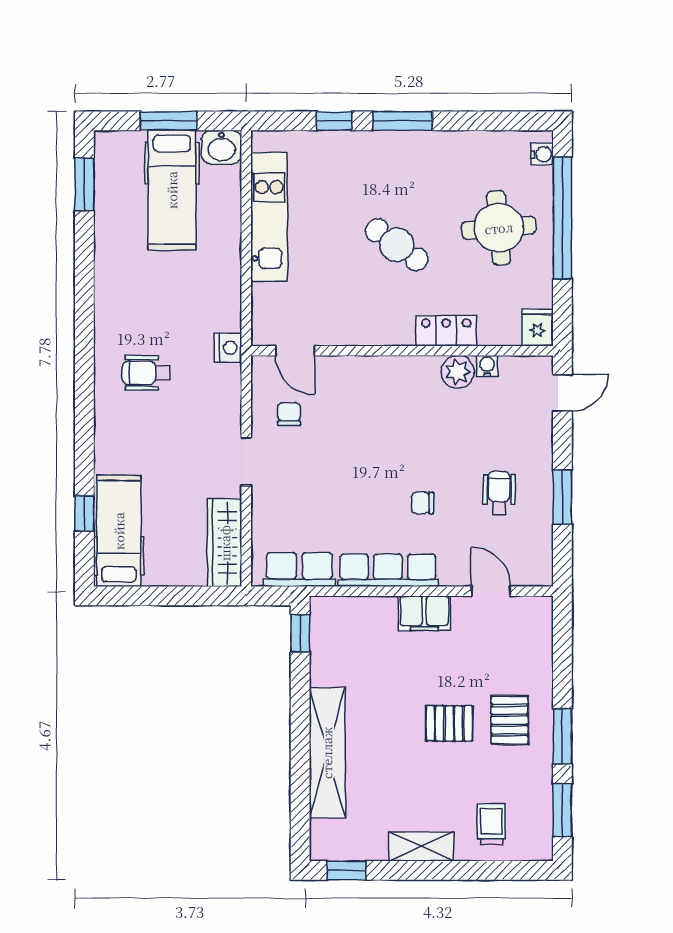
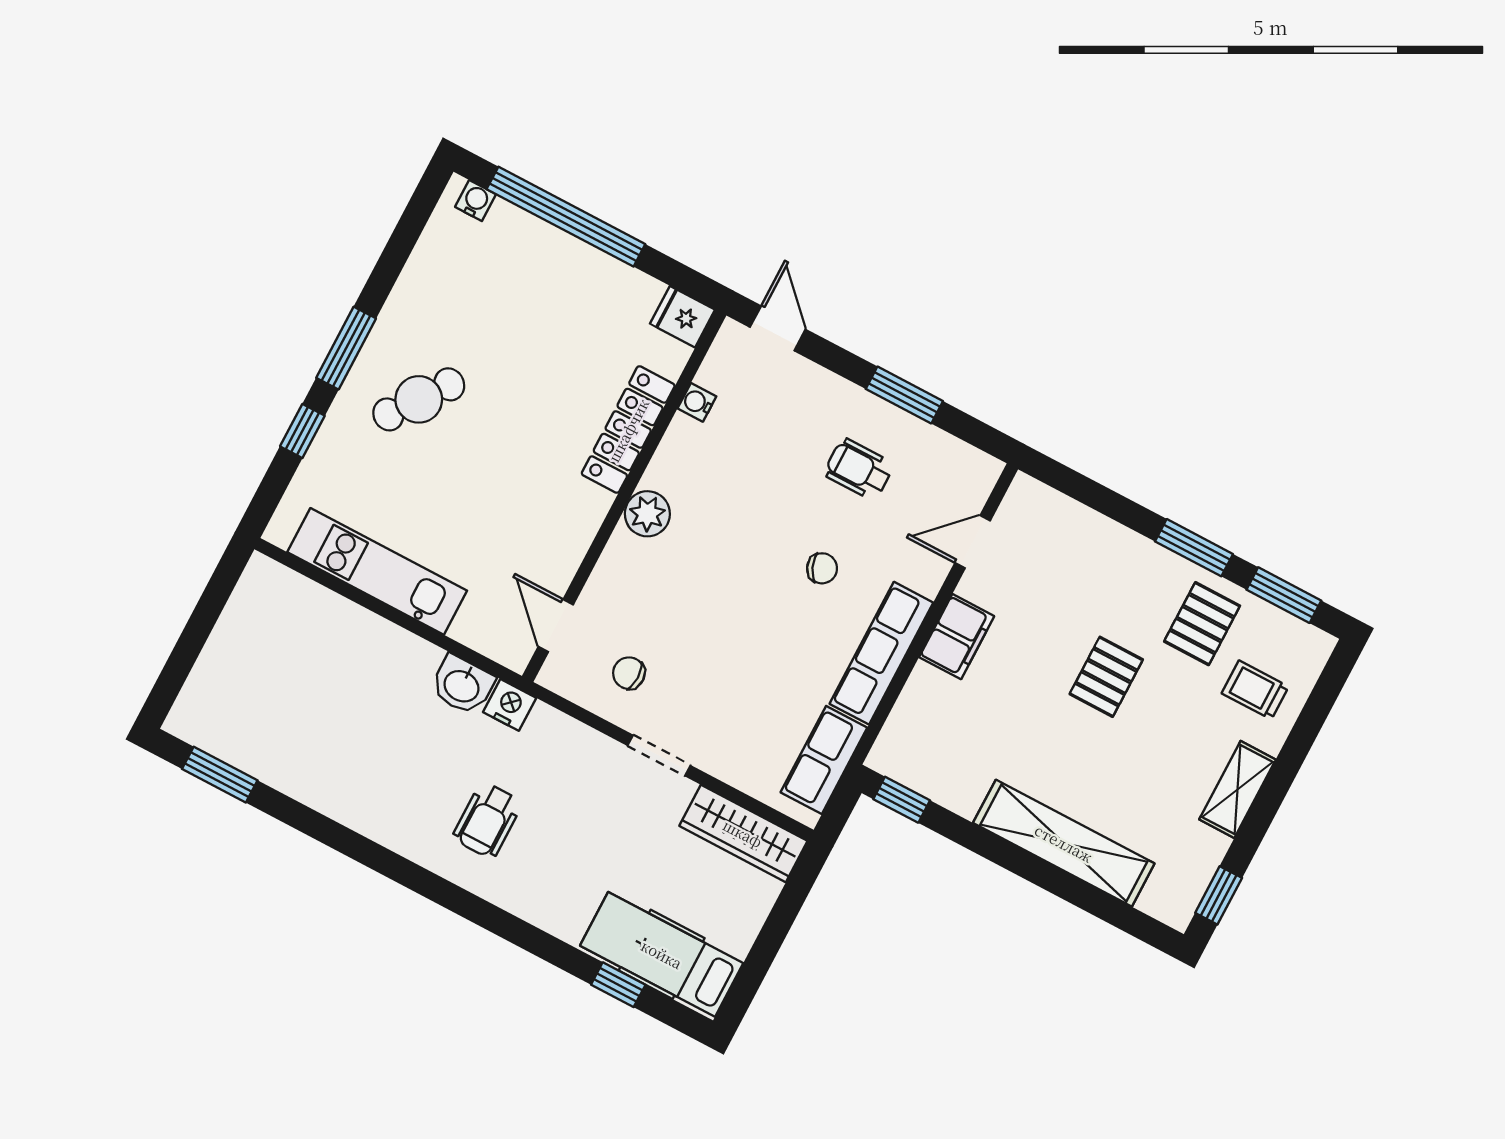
window: (168, 121) -> (196, 632), removed
washbasin: (222, 147) -> (462, 685), moved, turned 90
hospital bed: (172, 190) -> (283, 672), removed
round table: (499, 228) -> (537, 300), removed
cafe table: (397, 245) -> (419, 399), moved
locker: (446, 331) -> (628, 430), width x1.53
door: (295, 351) -> (556, 626), swing flipped
plant: (458, 372) -> (647, 514), moved
chair: (423, 503) -> (822, 568), turned -113
pallet: (510, 720) -> (1202, 624), moved, turned 90

